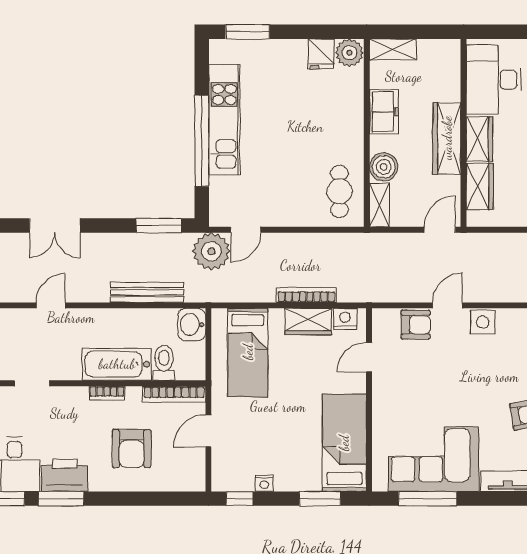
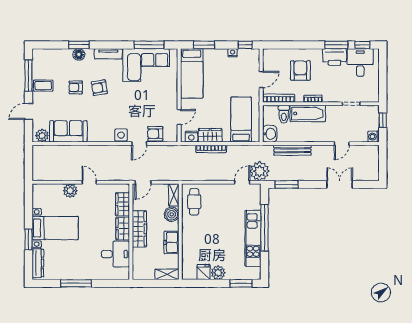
plant: (349, 53) -> (218, 273), moved
desk: (494, 80) -> (115, 254), width x0.73

